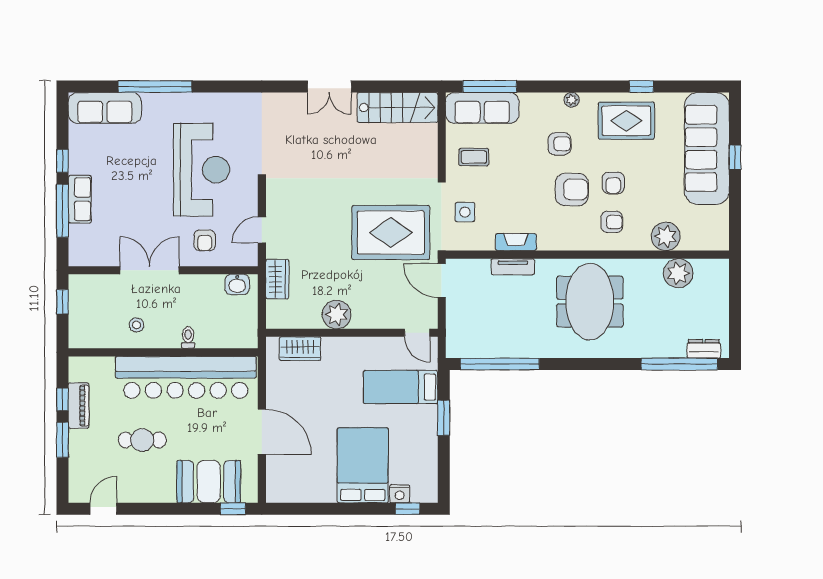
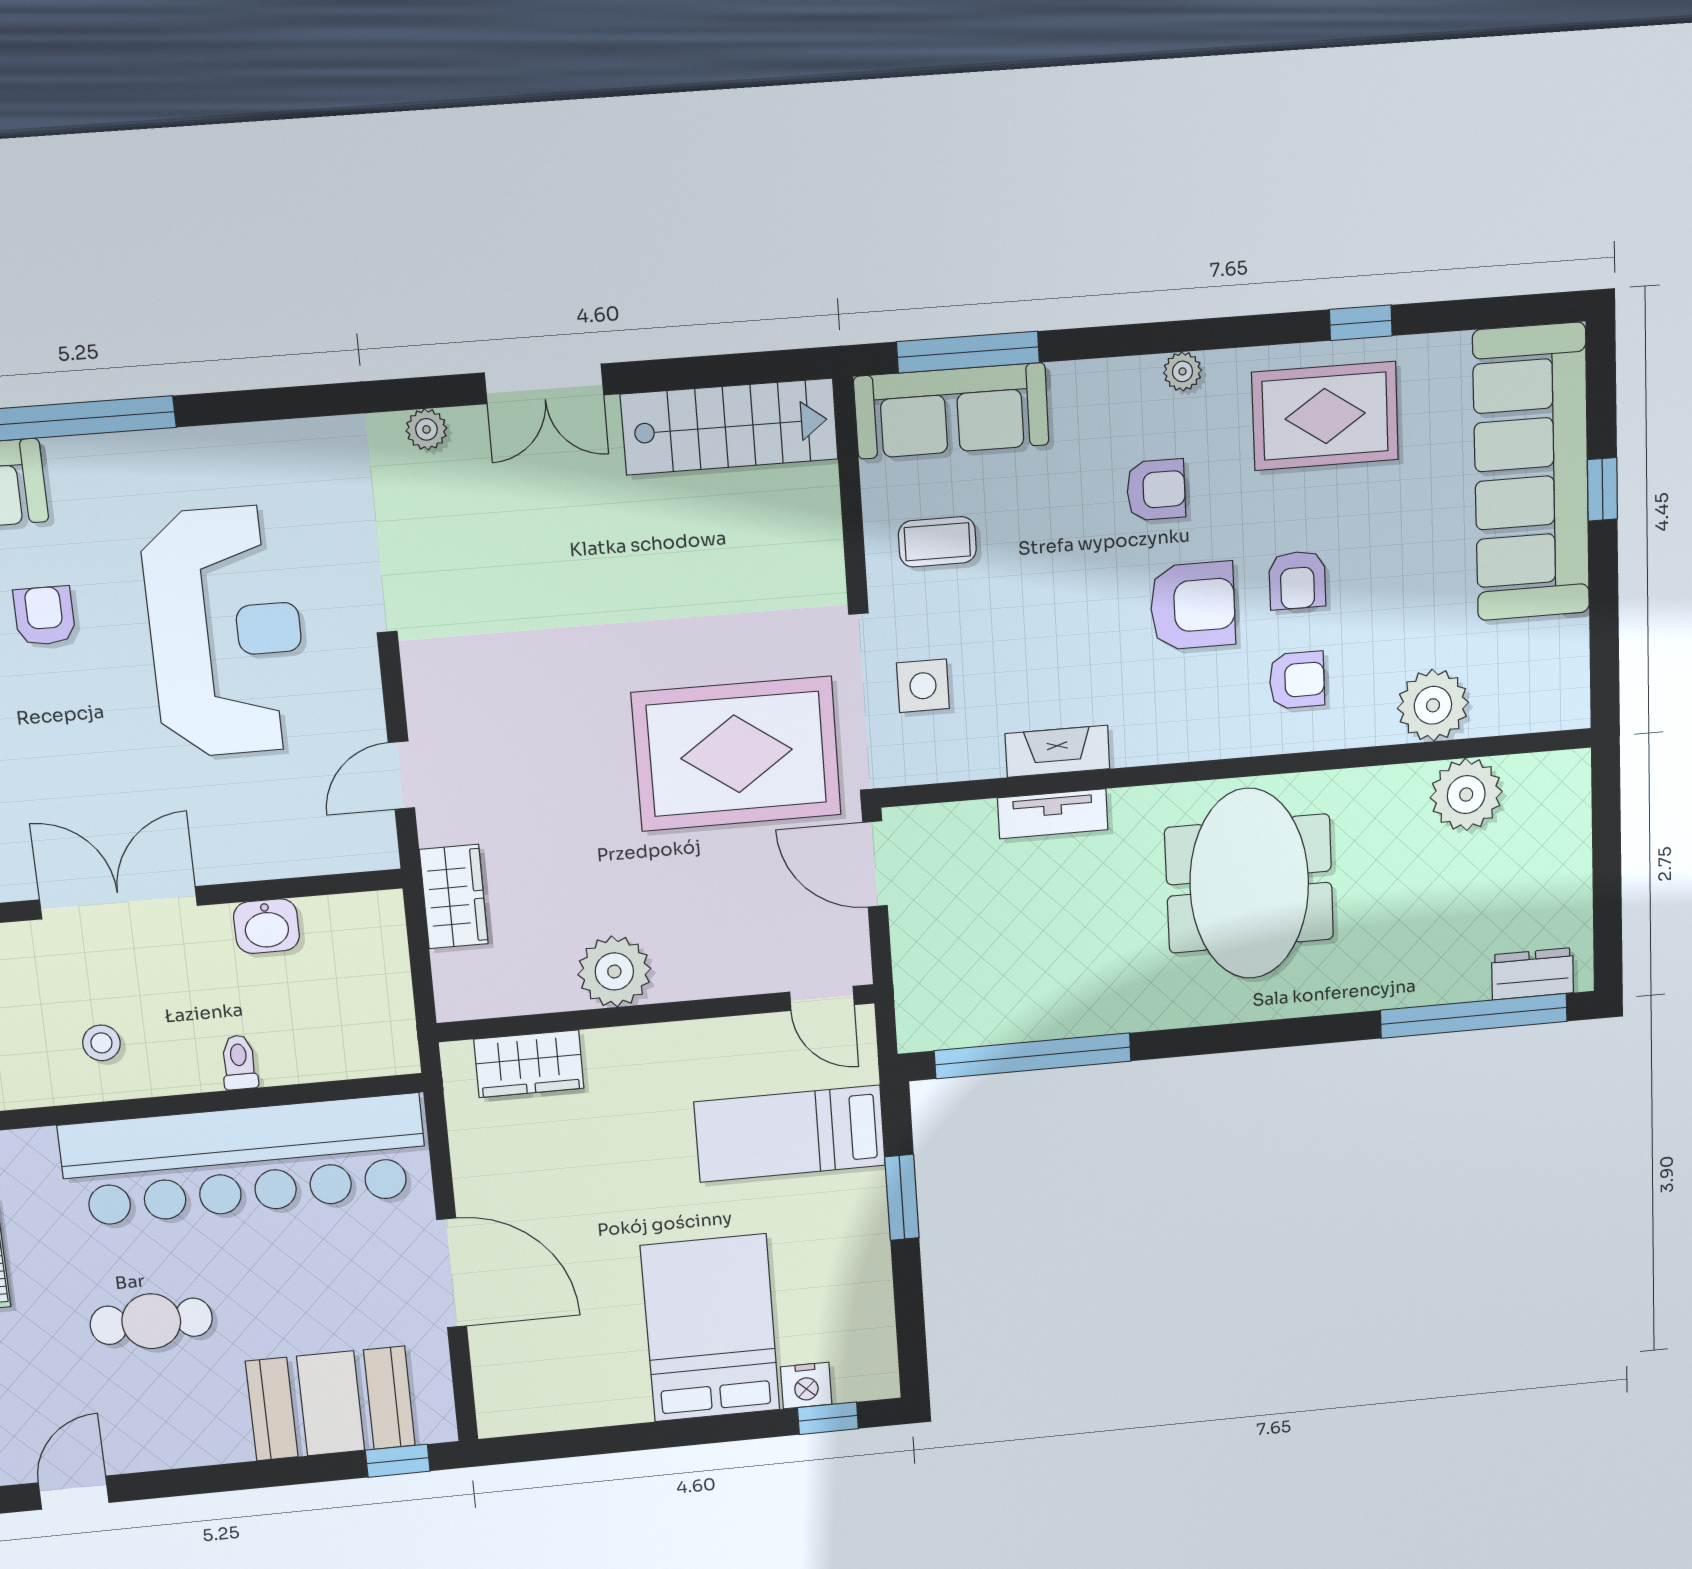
plant: (284, 100) -> (426, 429), added
armchair: (205, 240) -> (44, 616), moved, turned 180
washbasin: (237, 284) -> (267, 926), moved

